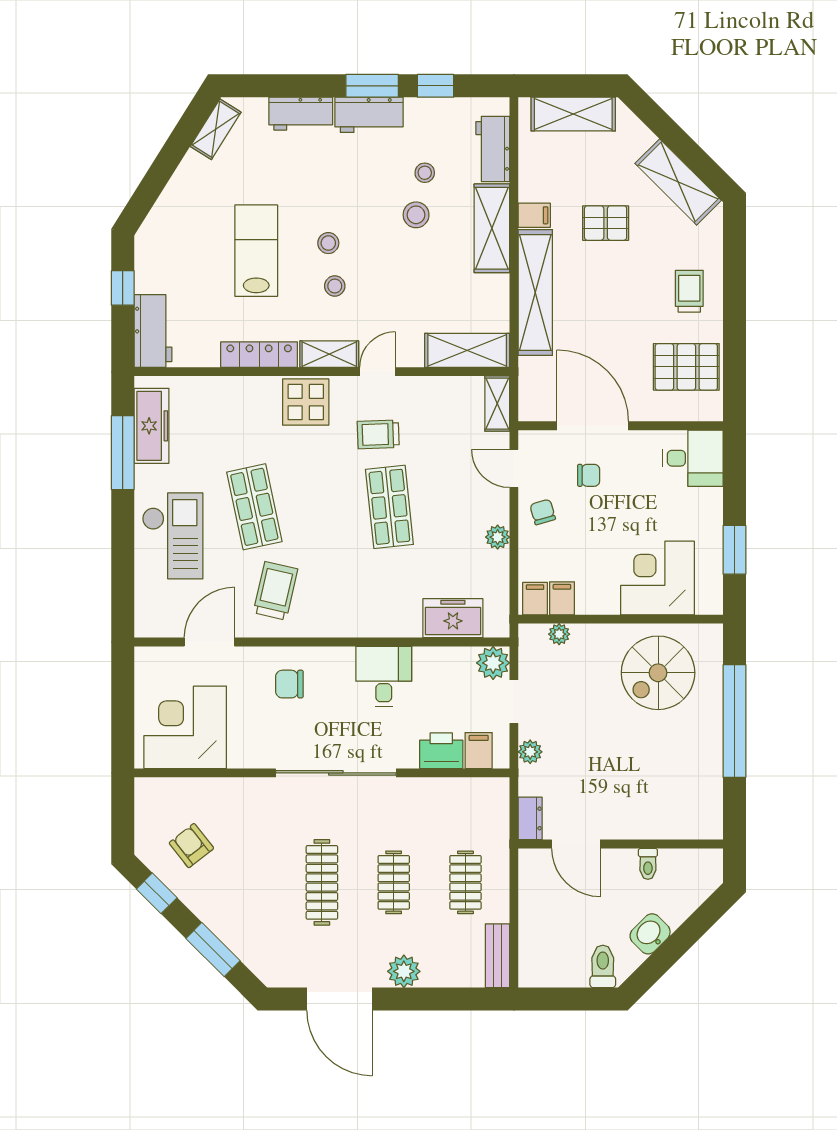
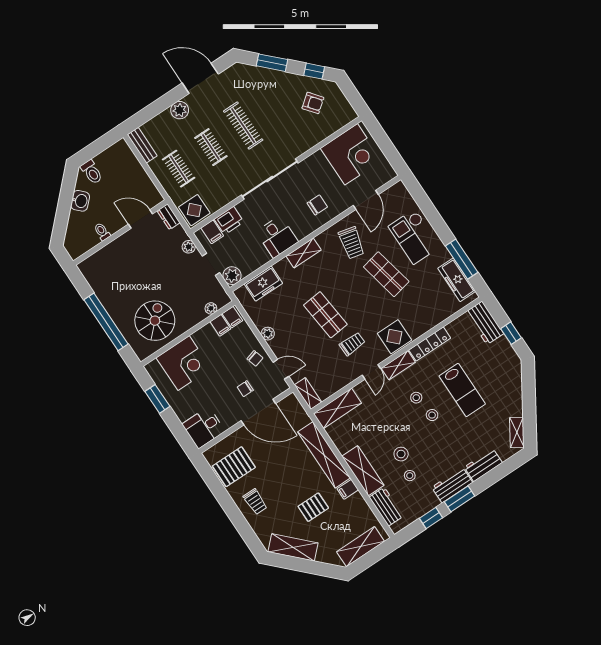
shelving: (360, 624) -> (304, 253), added
display table: (484, 802) -> (194, 210), added

